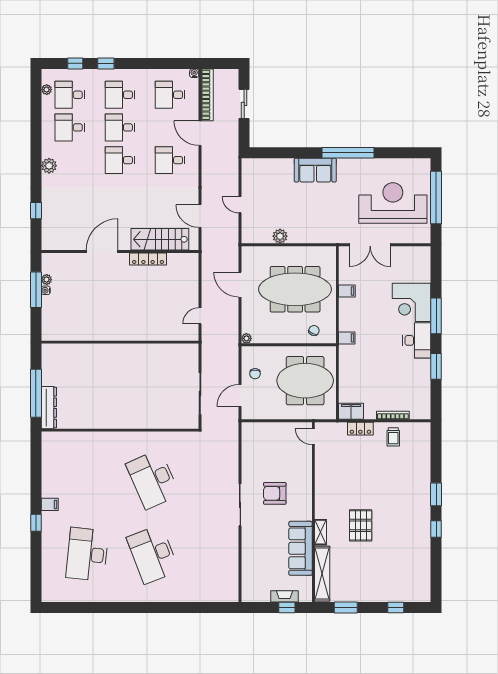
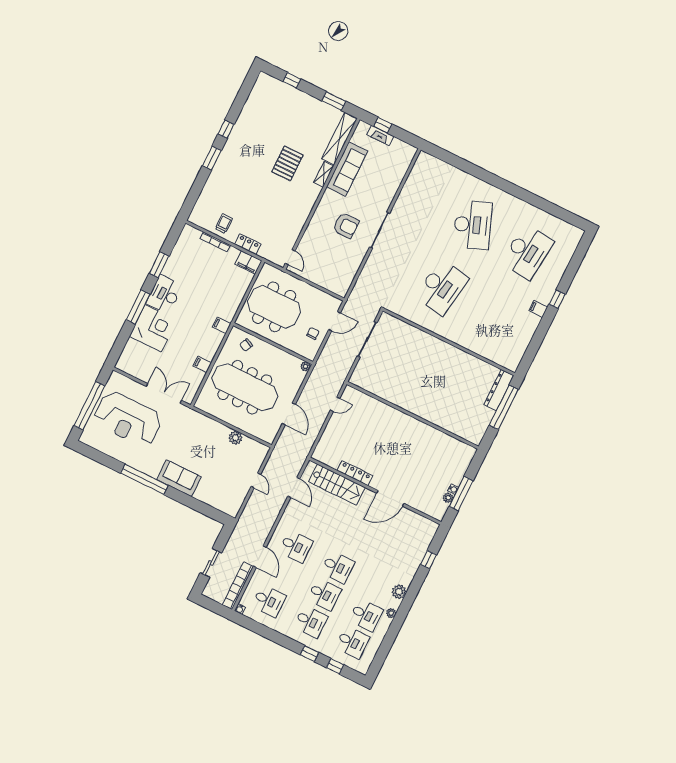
plant: (47, 90) -> (391, 613), moved
desk: (153, 479) -> (442, 287), turned 33

